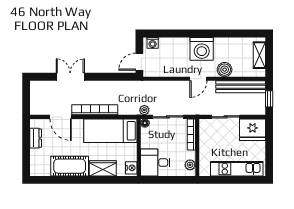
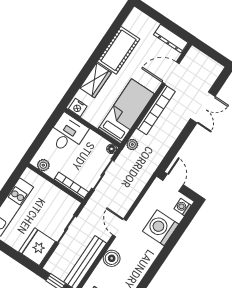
washing machine: (202, 49) -> (161, 228), moved
plant: (144, 110) -> (132, 144), moved
dresser: (36, 138) -> (171, 39), width x1.44

